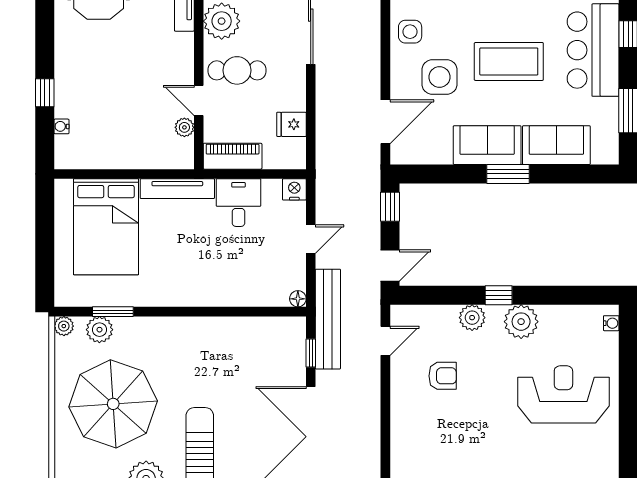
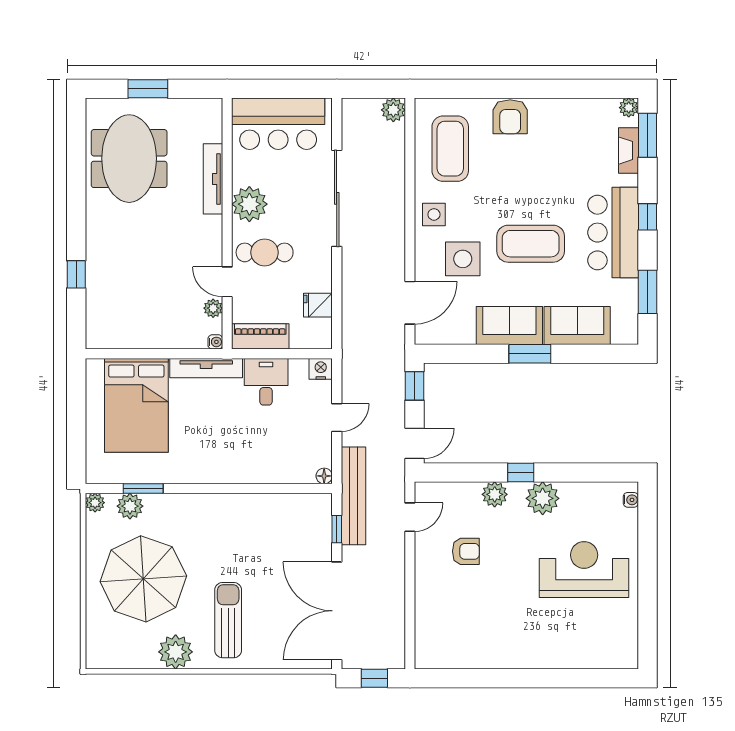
water cooler: (61, 126) -> (215, 342), moved, turned 180

